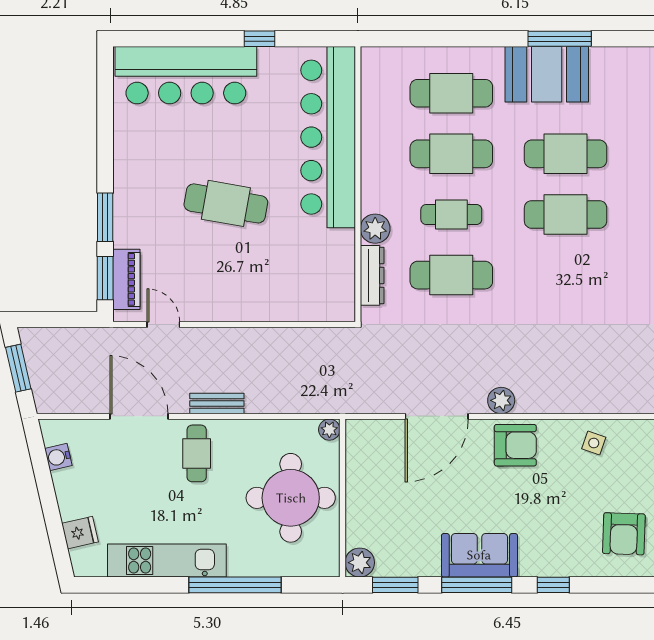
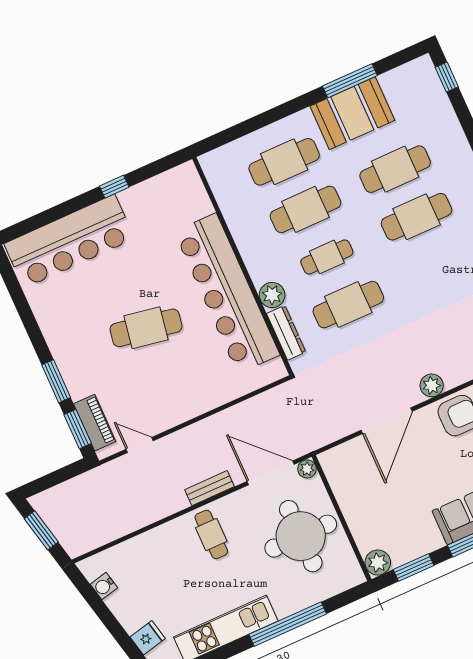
bar counter: (328, 137) -> (227, 293), moved
door: (139, 416) -> (271, 473), moved

